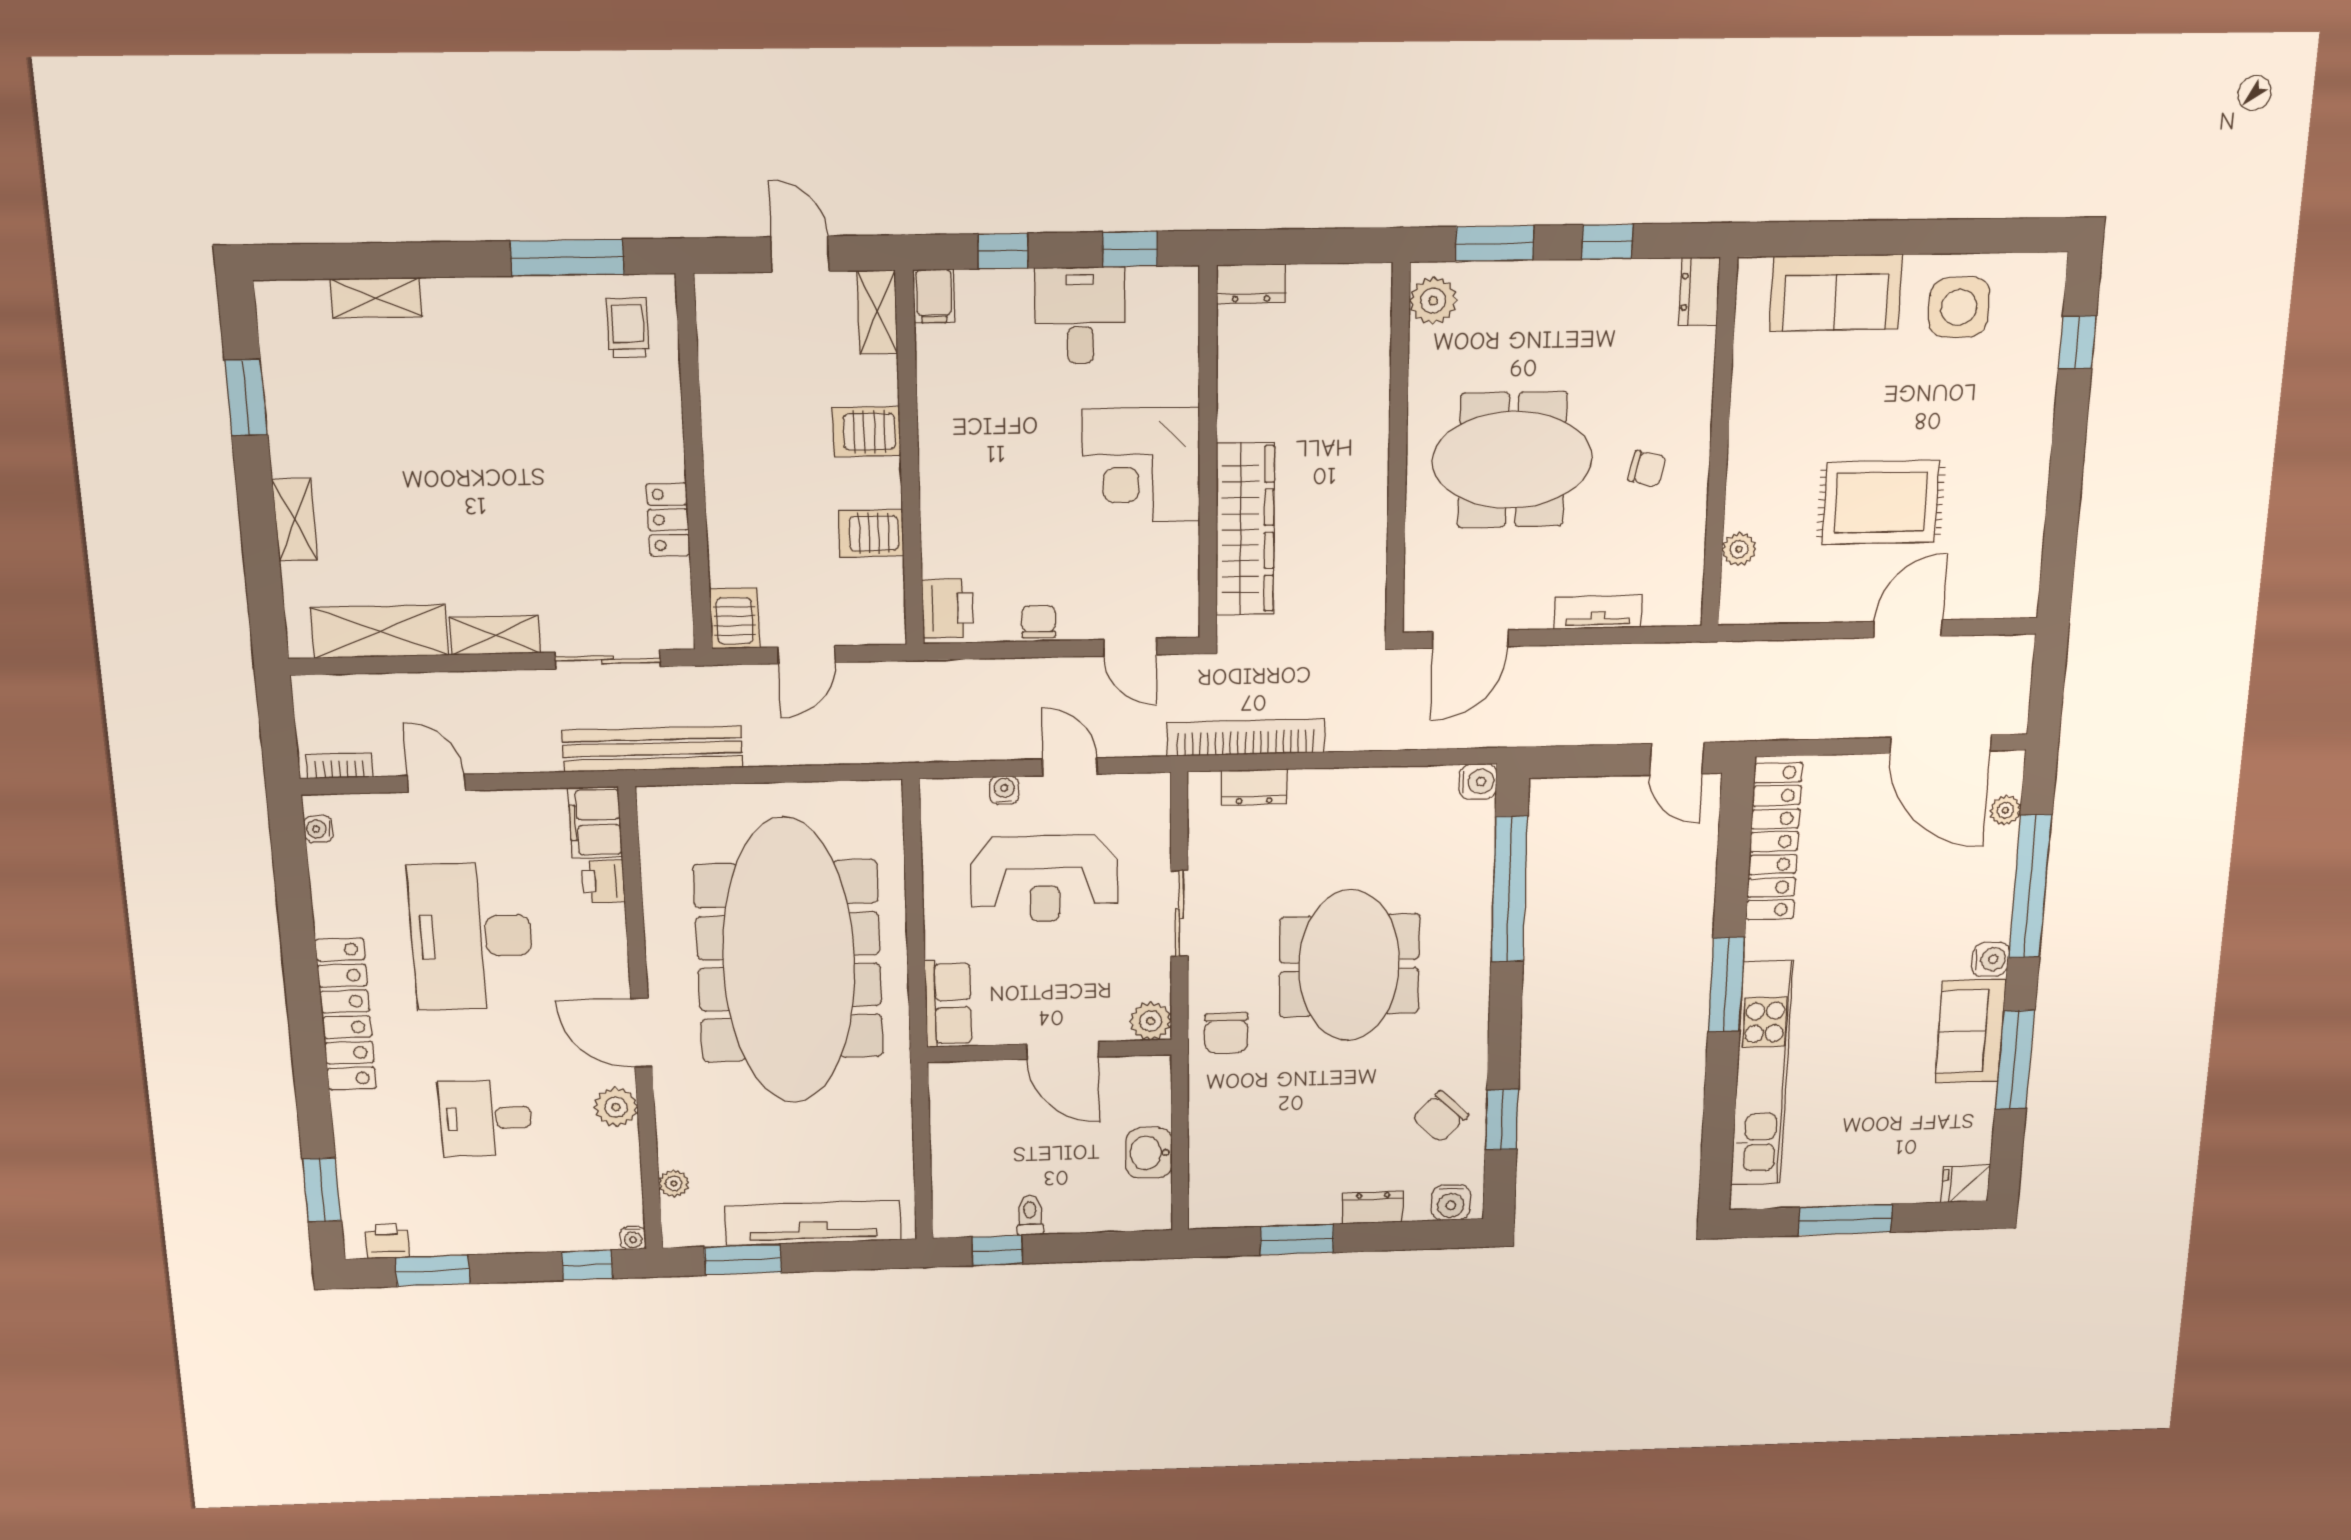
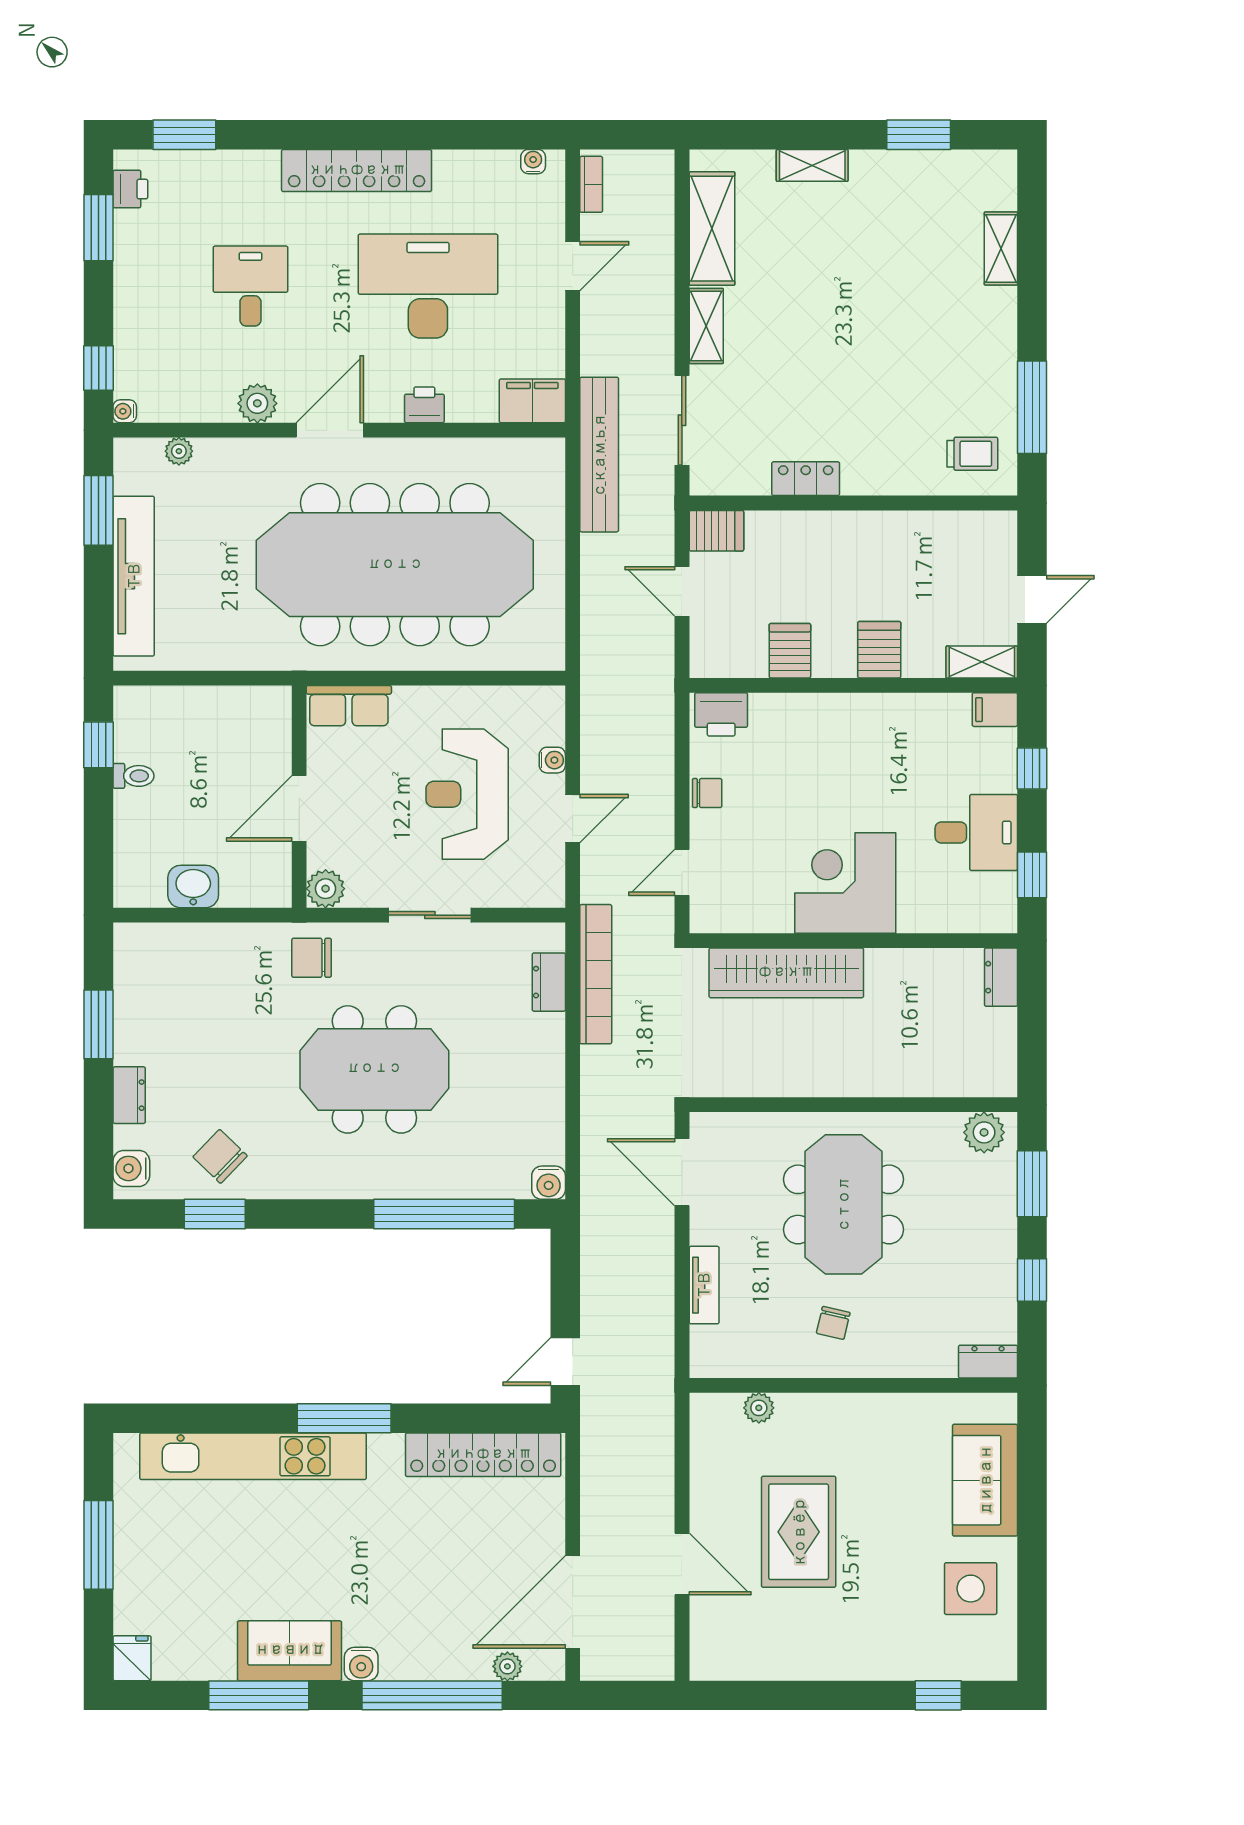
printer: (603, 881) -> (424, 405), moved

